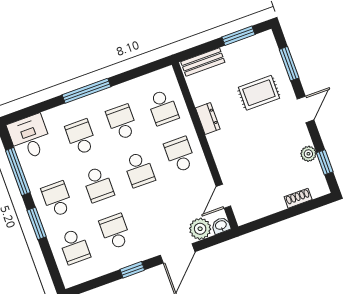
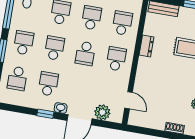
school desk: (163, 107) -> (122, 23), turned 180
school desk: (98, 184) -> (54, 48), turned 180
door: (223, 196) -> (129, 100), swing flipped
washbasin: (221, 225) -> (61, 108), moved

